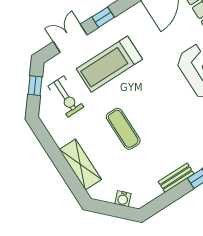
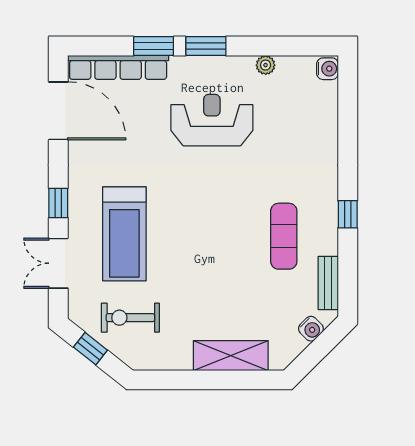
exercise bike: (66, 97) -> (130, 318), turned 180
exercise mat: (123, 129) -> (284, 236), moved, turned 90
bench: (176, 178) -> (328, 283), moved

